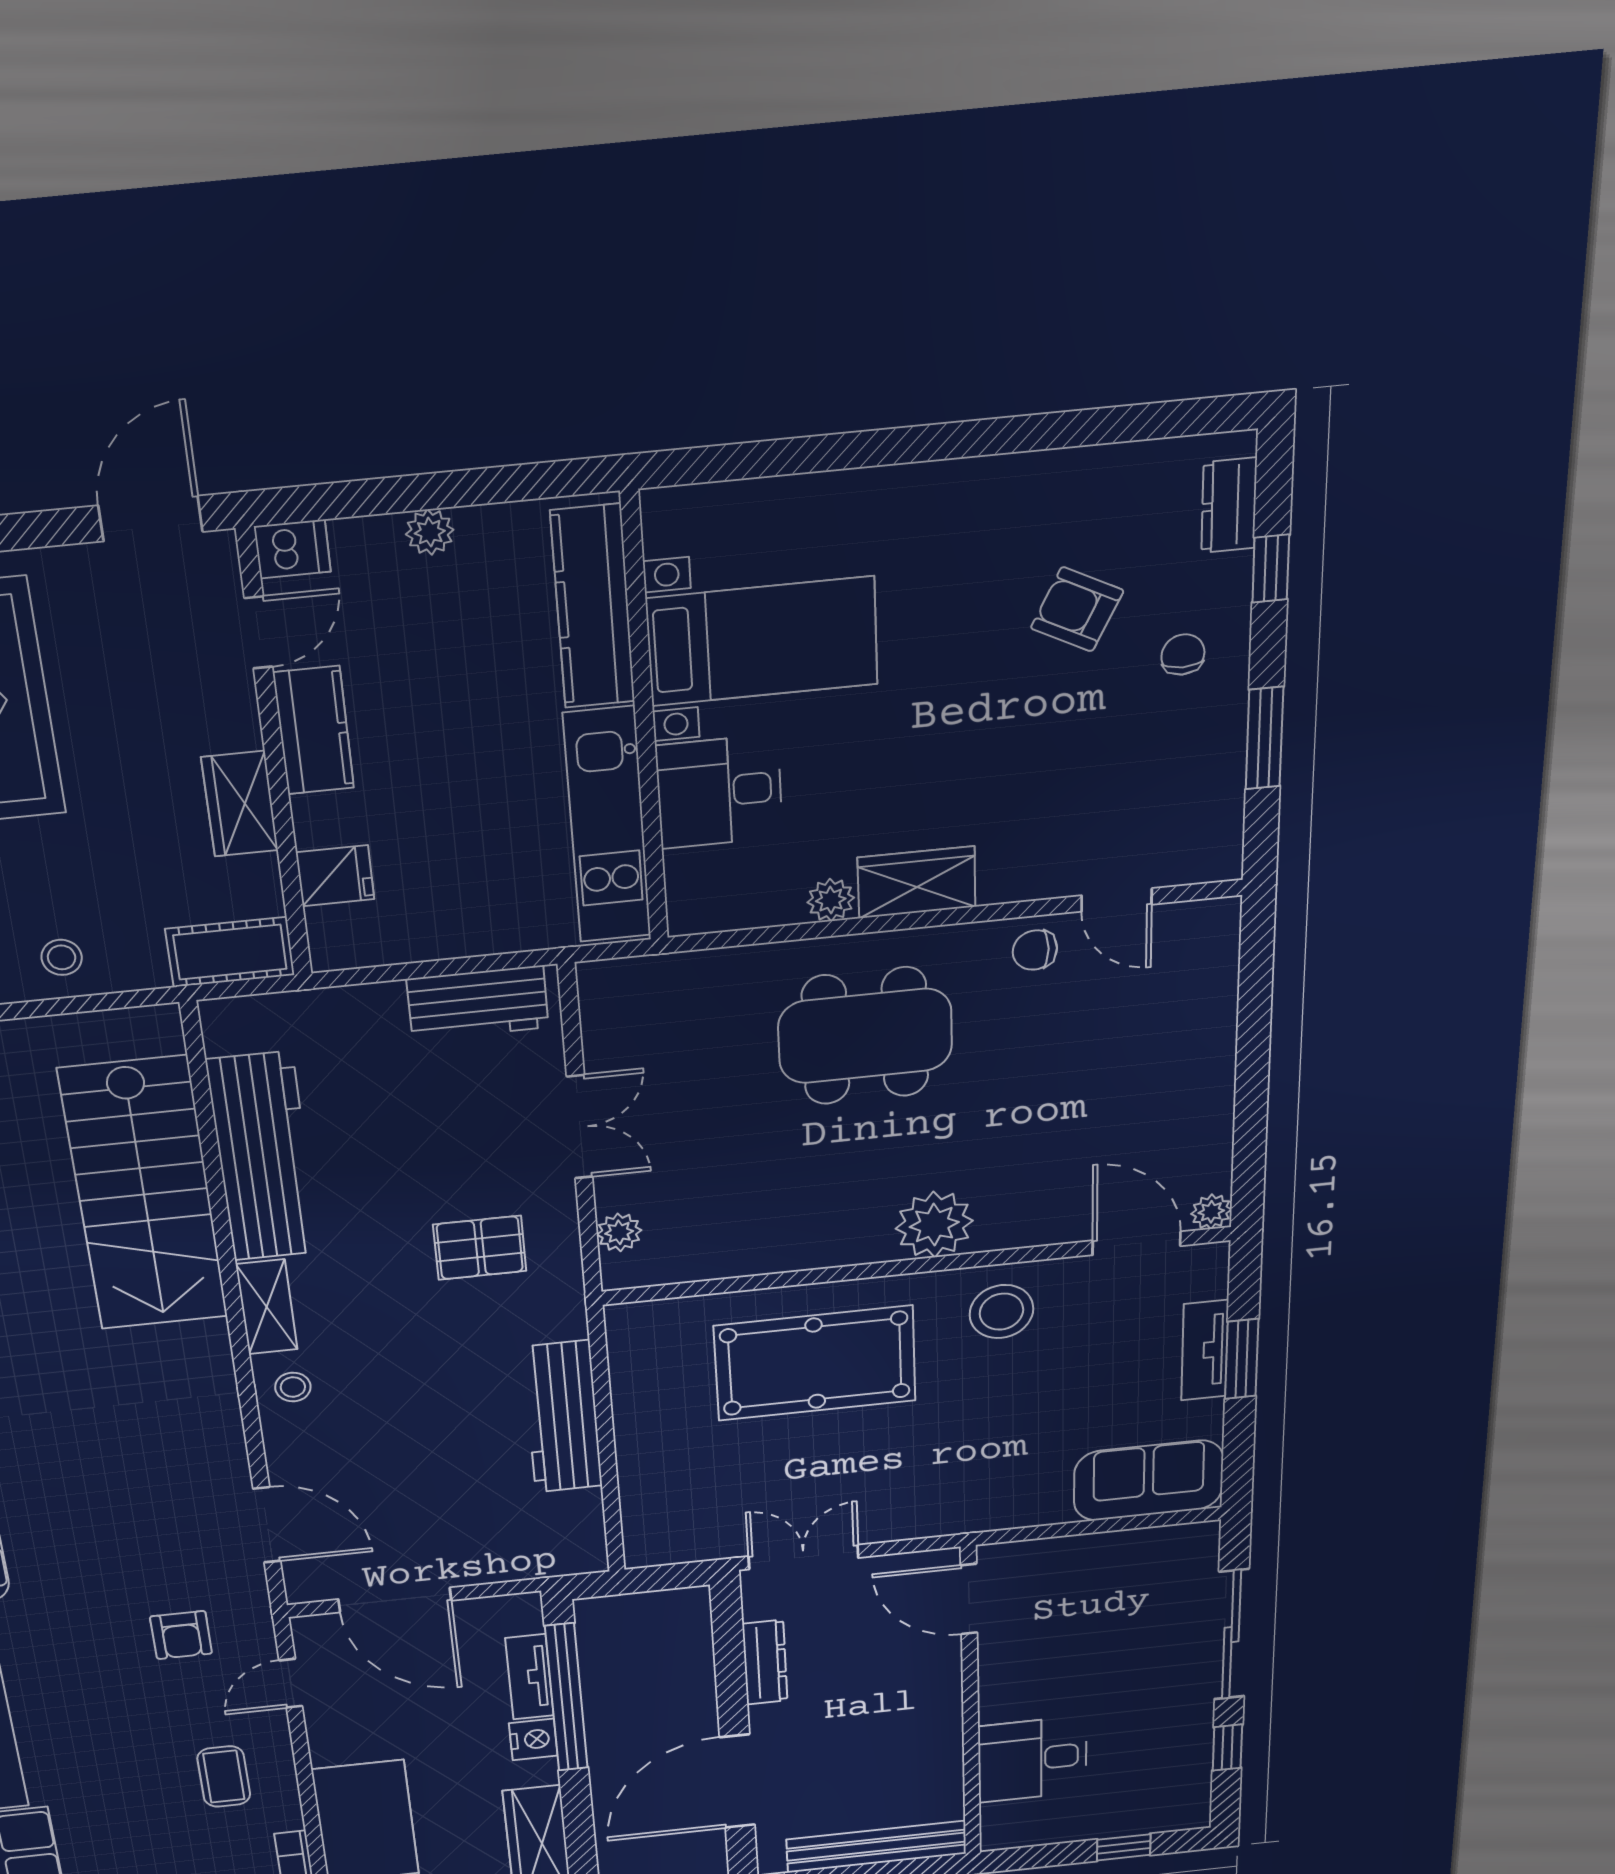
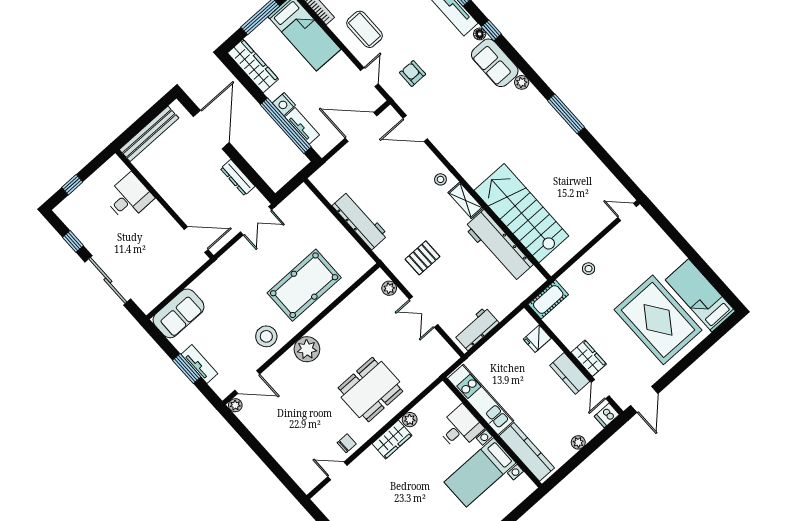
wardrobe: (240, 804) -> (589, 358), moved
coffee table: (224, 1777) -> (365, 29), width x1.36, depth x1.30

